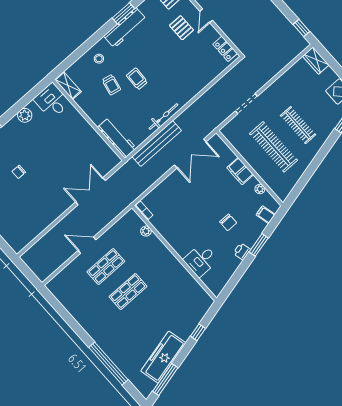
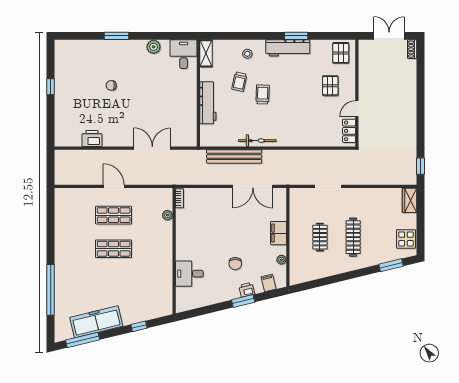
door: (206, 16) -> (357, 109), moved
workbench: (117, 138) -> (208, 103), moved
clothes rail: (274, 147) -> (320, 237), width x0.54, depth x0.76
printer: (39, 224) -> (92, 138), added
printer: (242, 251) -> (247, 290), moved

